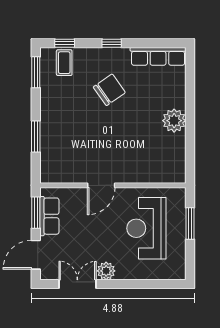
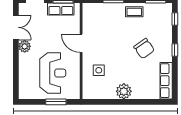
coffee table: (64, 63) -> (134, 12), moved
side table: (142, 159) -> (99, 70), added
reception desk: (146, 228) -> (53, 73), turned 90

